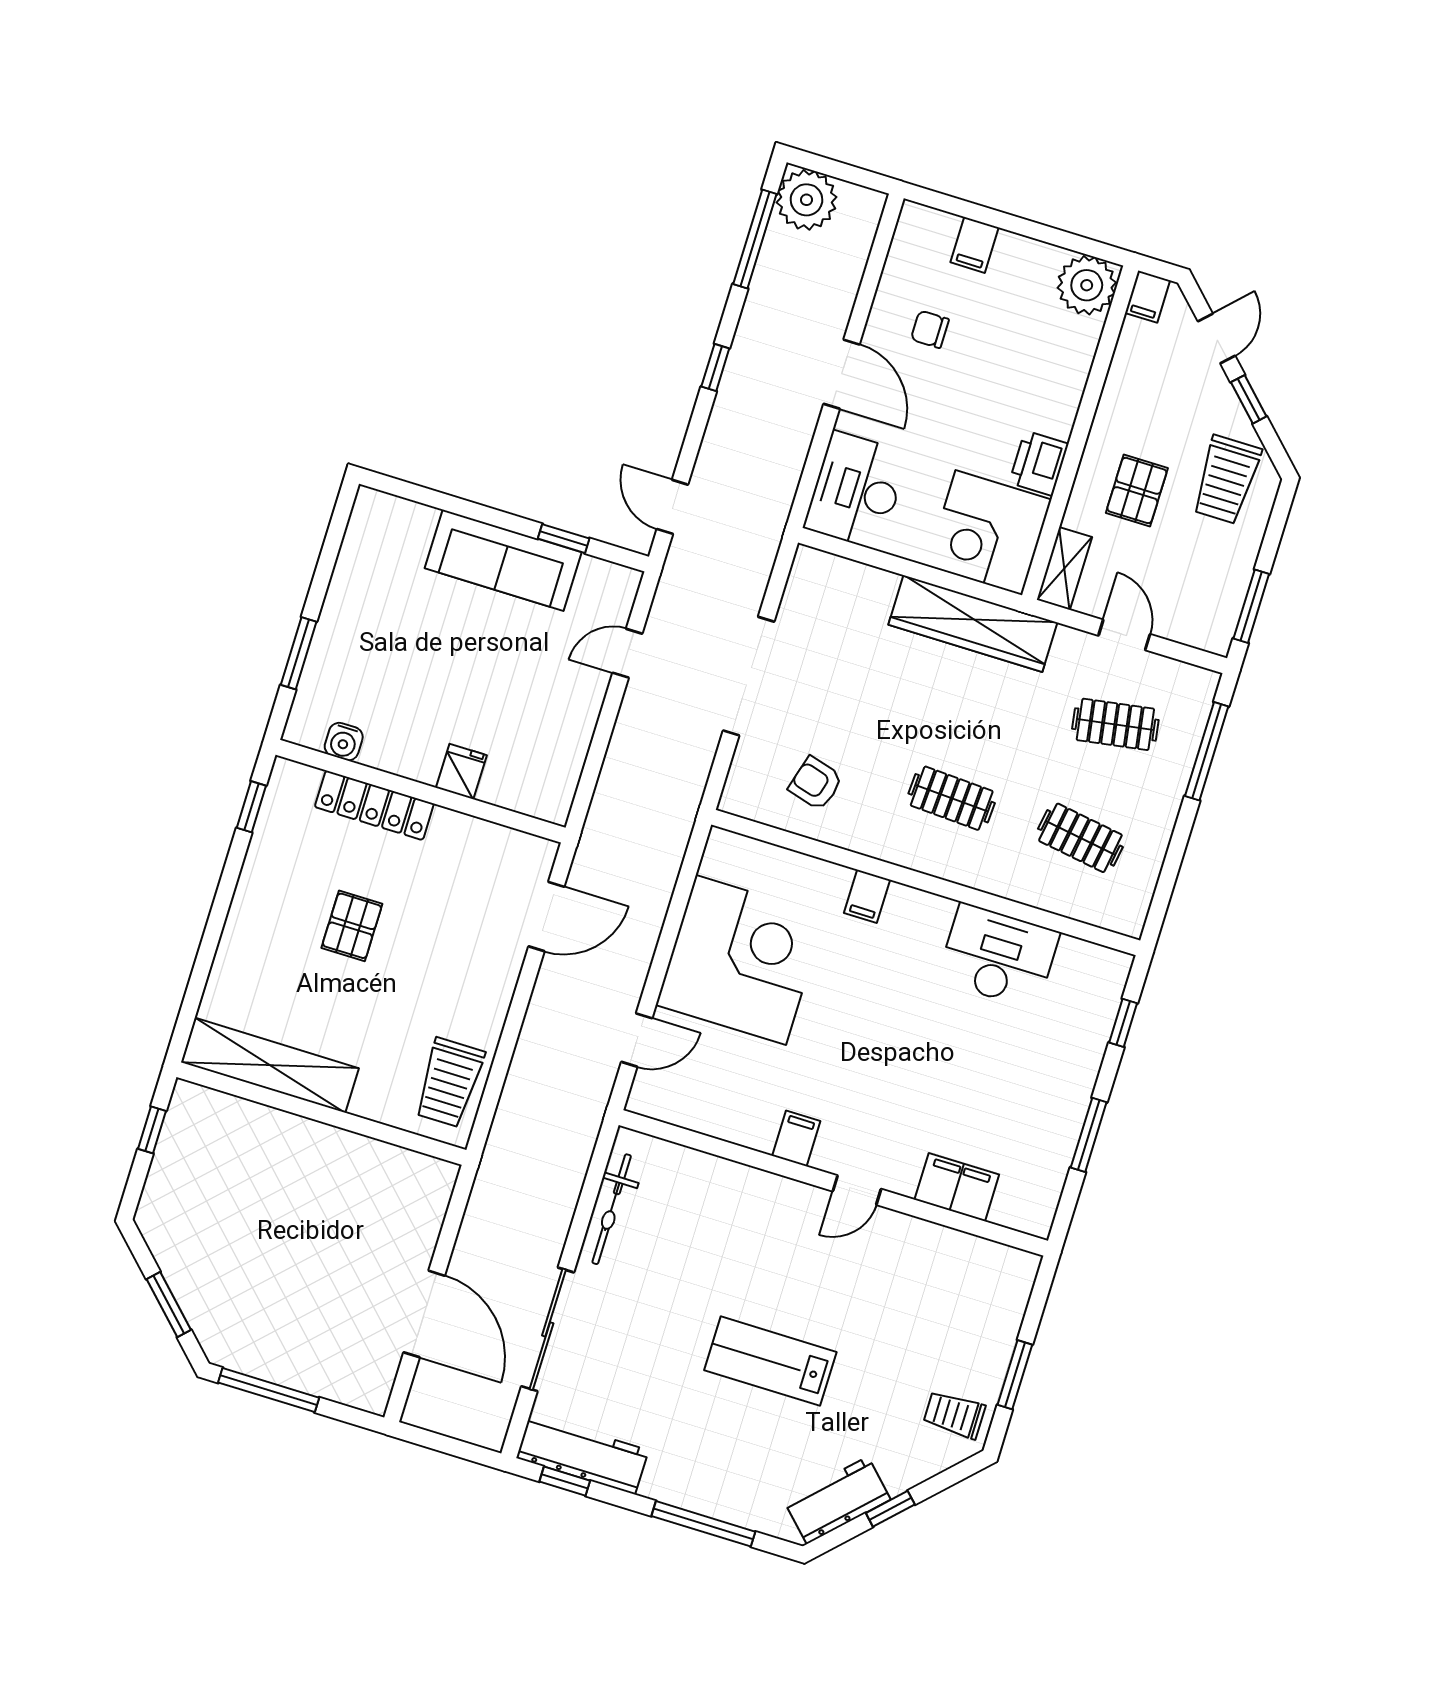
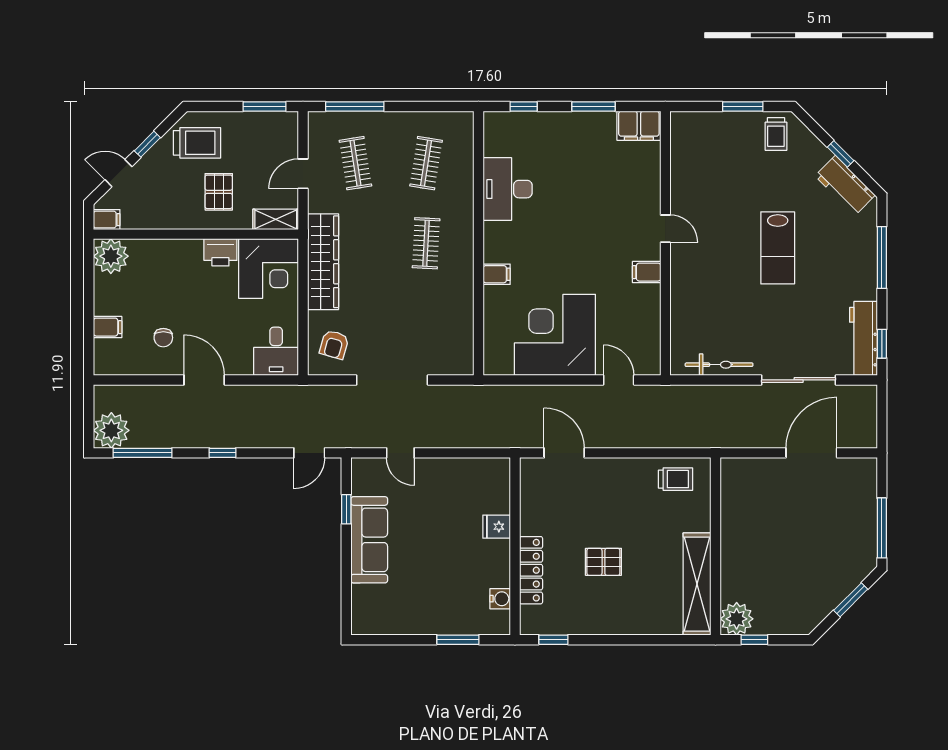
door: (842, 374) -> (204, 380), hinge flipped
desk: (856, 490) -> (276, 351), width x0.73
pallet: (1137, 490) -> (219, 192), turned 90
armchair: (816, 783) -> (334, 345), moved
trolley: (449, 1083) -> (675, 479), width x0.73, depth x0.72
plant: (195, 1112) -> (737, 619), added
filing cabinet: (957, 1187) -> (639, 126), moved, turned -90

